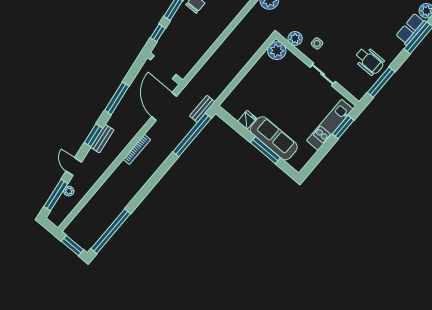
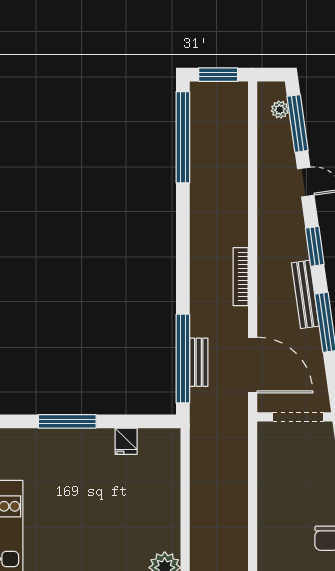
bench: (202, 109) -> (199, 362), moved
sofa: (274, 138) -> (69, 447), removed
bench: (102, 139) -> (305, 294), moved, width x1.36
plant: (69, 191) -> (280, 110), moved

